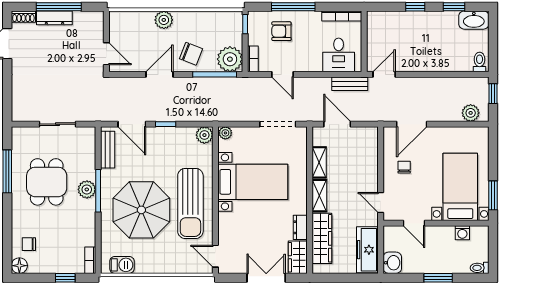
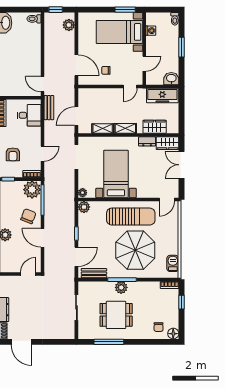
wardrobe: (322, 238) -> (155, 127), width x0.67

